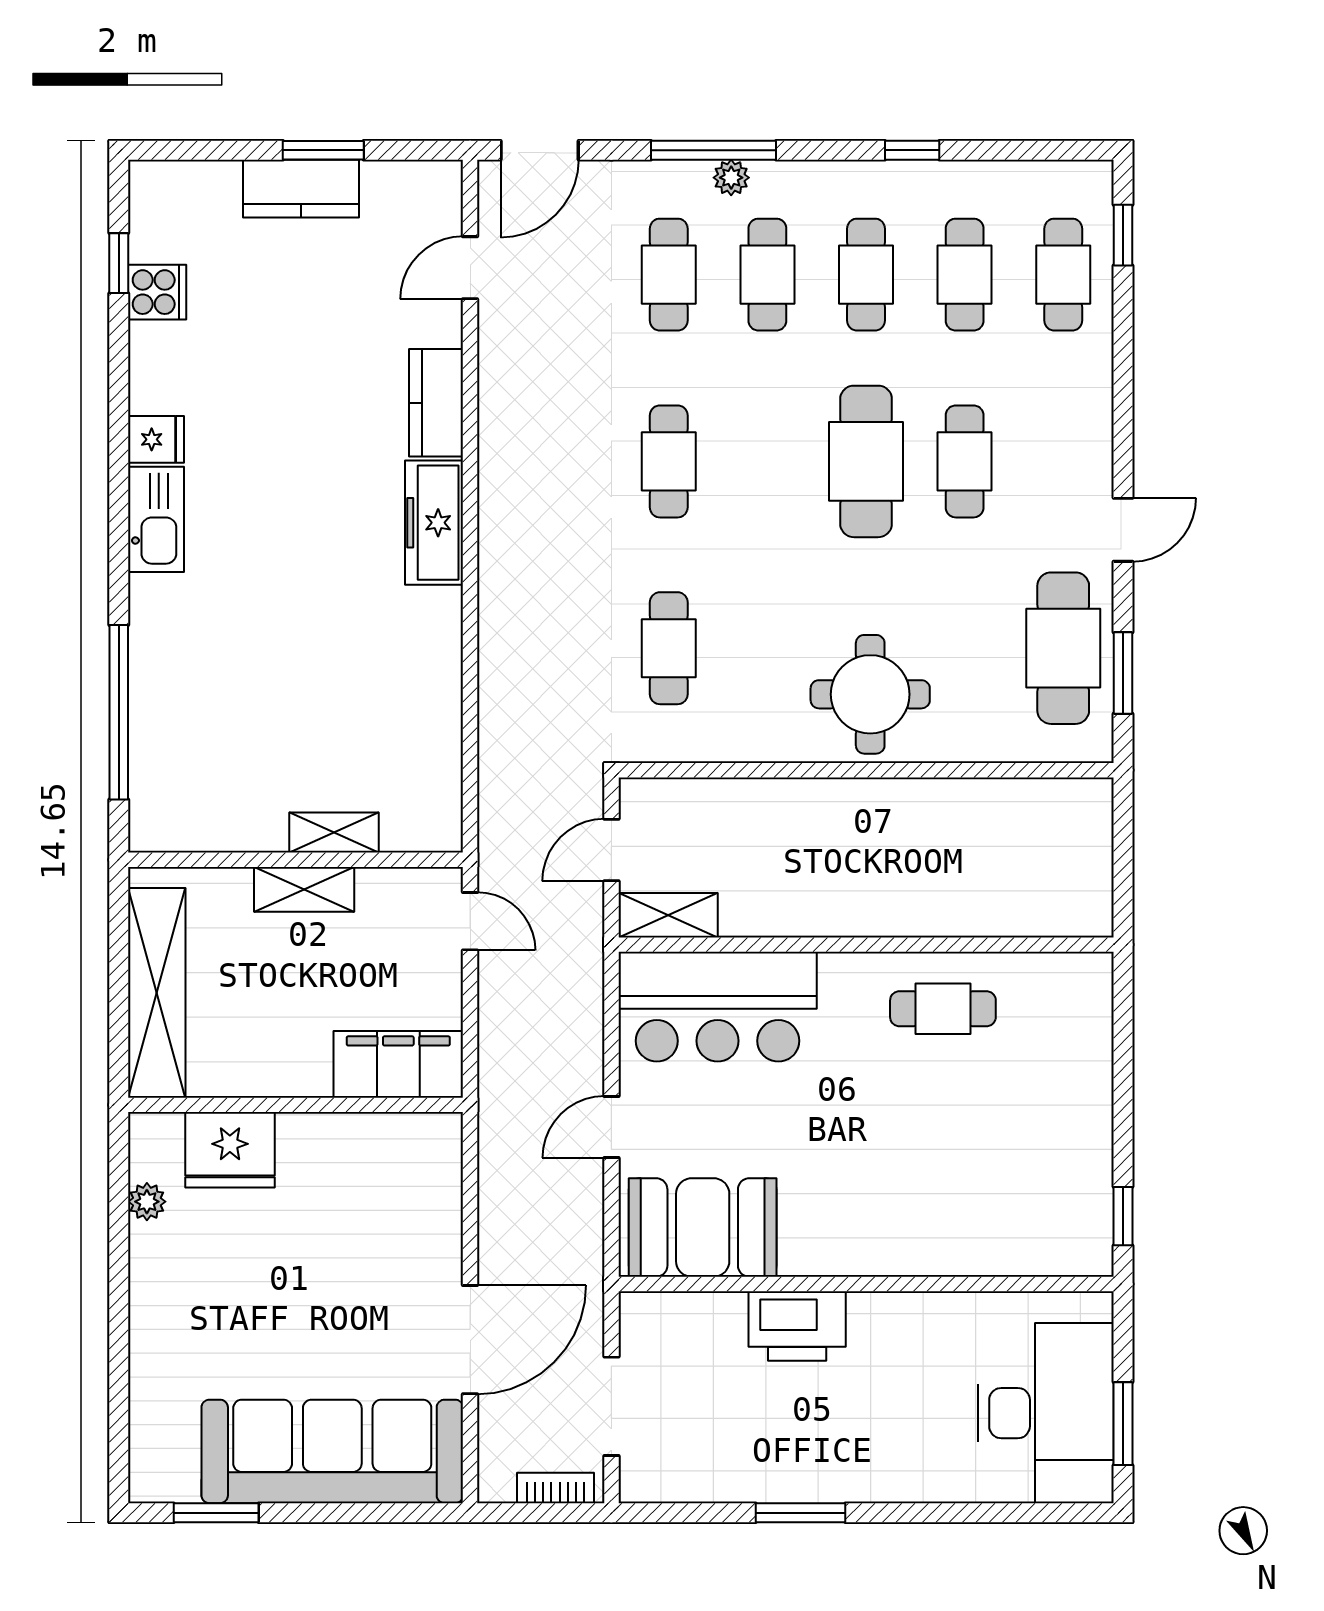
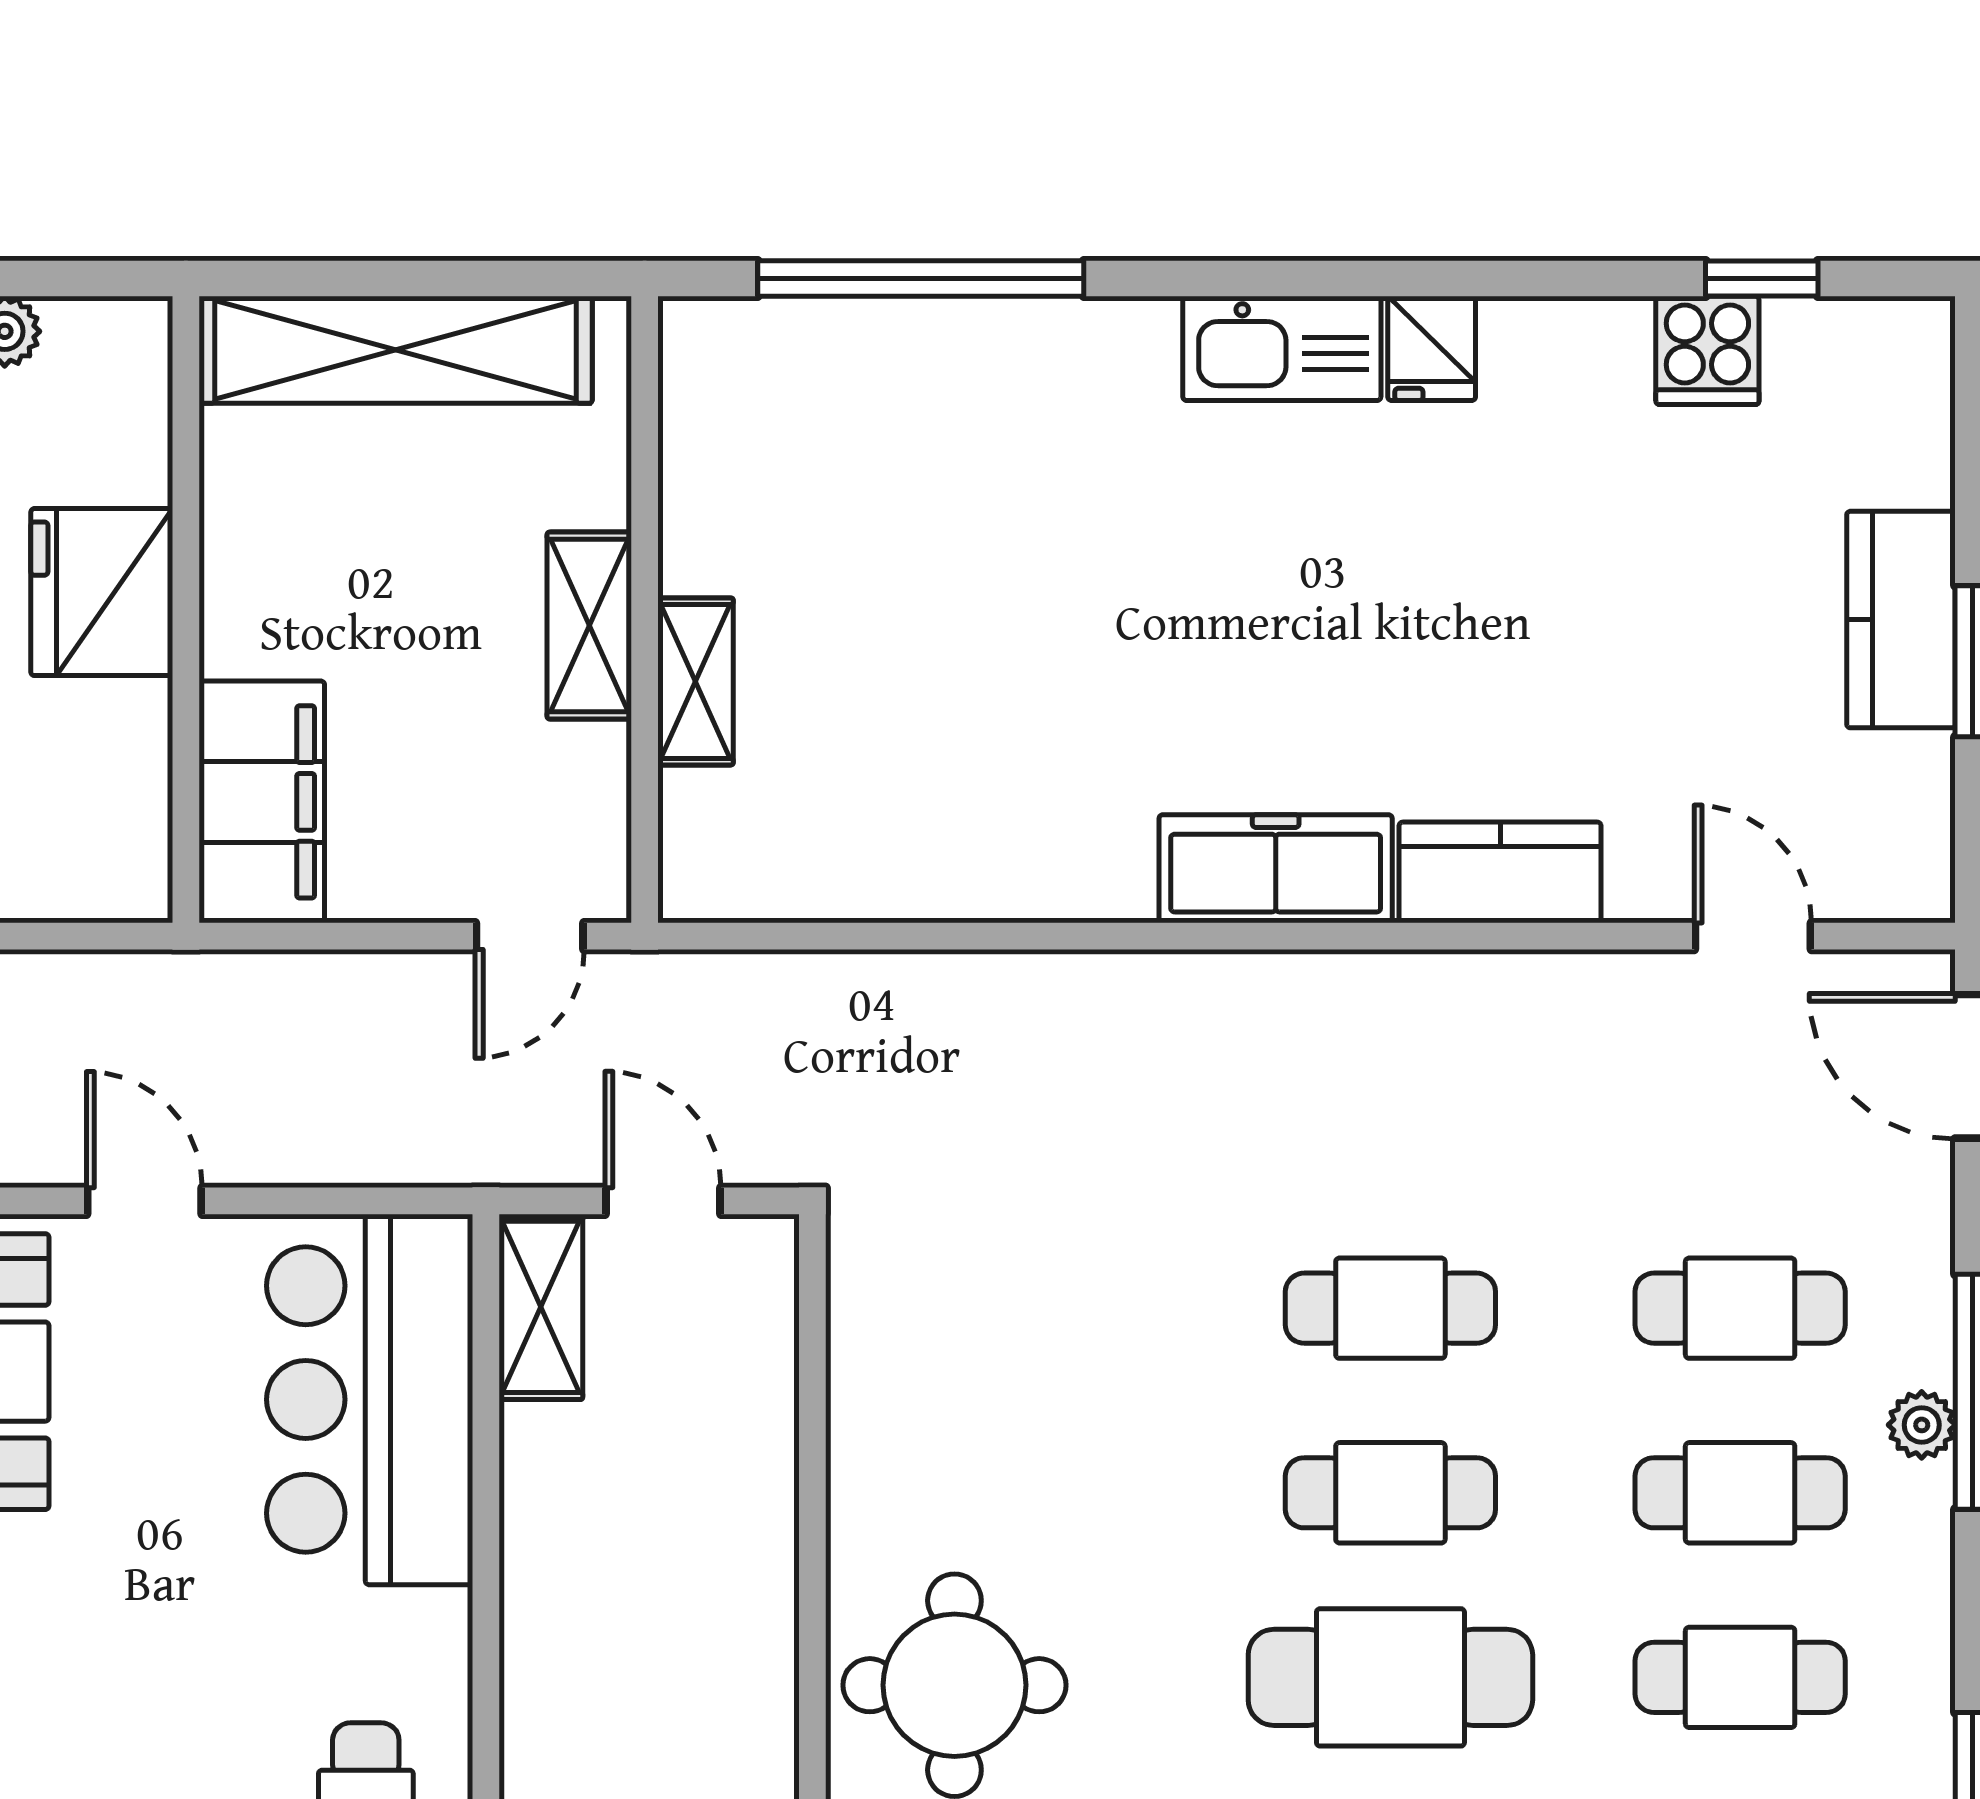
cafe table: (669, 648) -> (1390, 1493), moved
fridge: (230, 1150) -> (102, 592), moved

